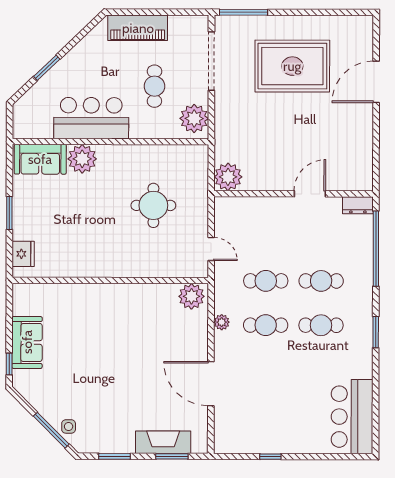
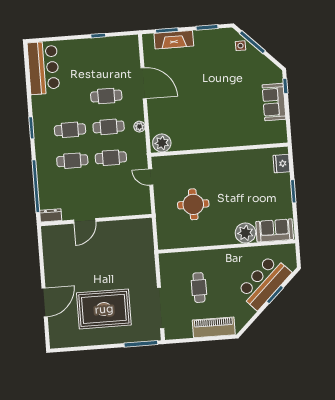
bar counter: (91, 118) -> (264, 282), moved, turned 136
plant: (194, 118) -> (170, 267), removed
plant: (228, 177) -> (143, 228), removed
cafe table: (266, 369) -> (106, 96), added

